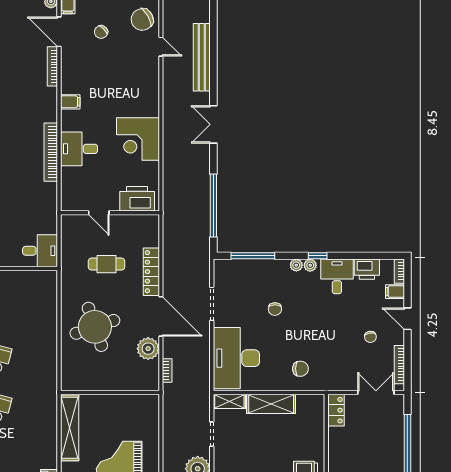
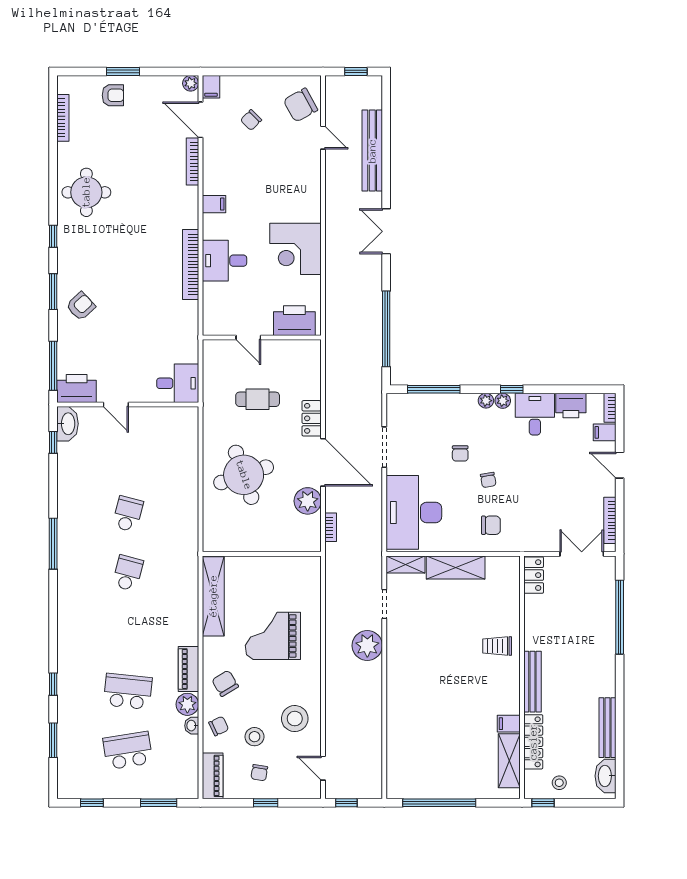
locker: (151, 272) -> (312, 418), width x0.66
chair: (370, 337) -> (488, 480), moved

